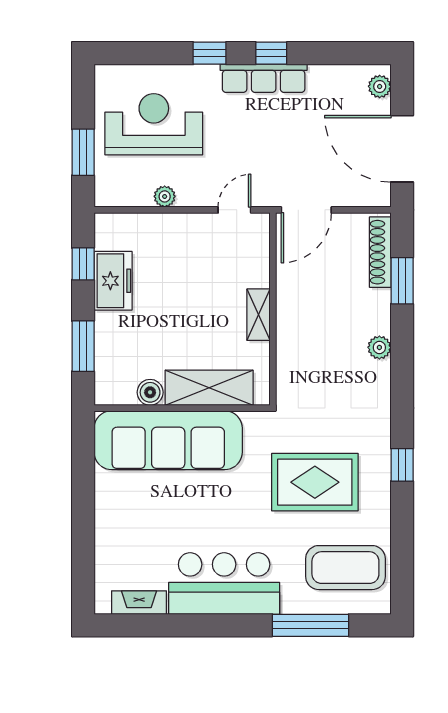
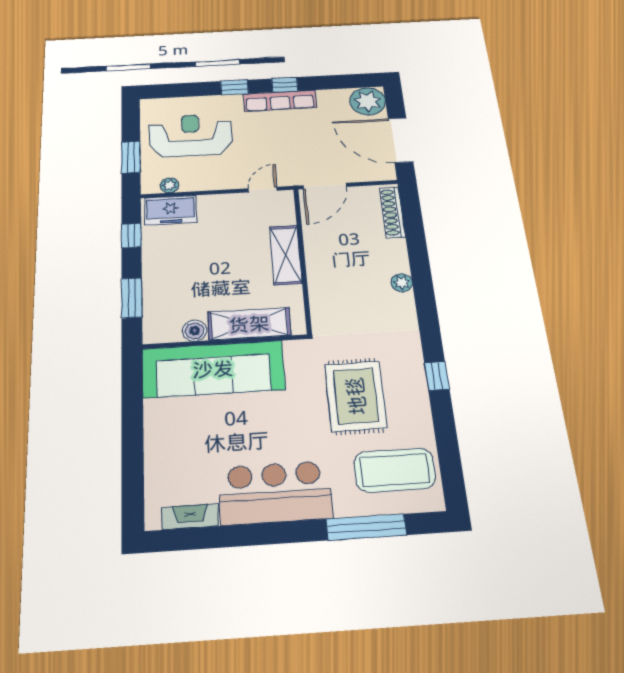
plant: (380, 86) -> (368, 101), width x1.87, depth x1.87
plant: (165, 196) -> (169, 185), moved
freezer: (113, 281) -> (171, 210), moved, turned 90
window: (402, 281) -> (415, 232), removed
shelving: (258, 315) -> (286, 255), width x1.50, depth x1.33
rug: (315, 482) -> (356, 396), turned 90

